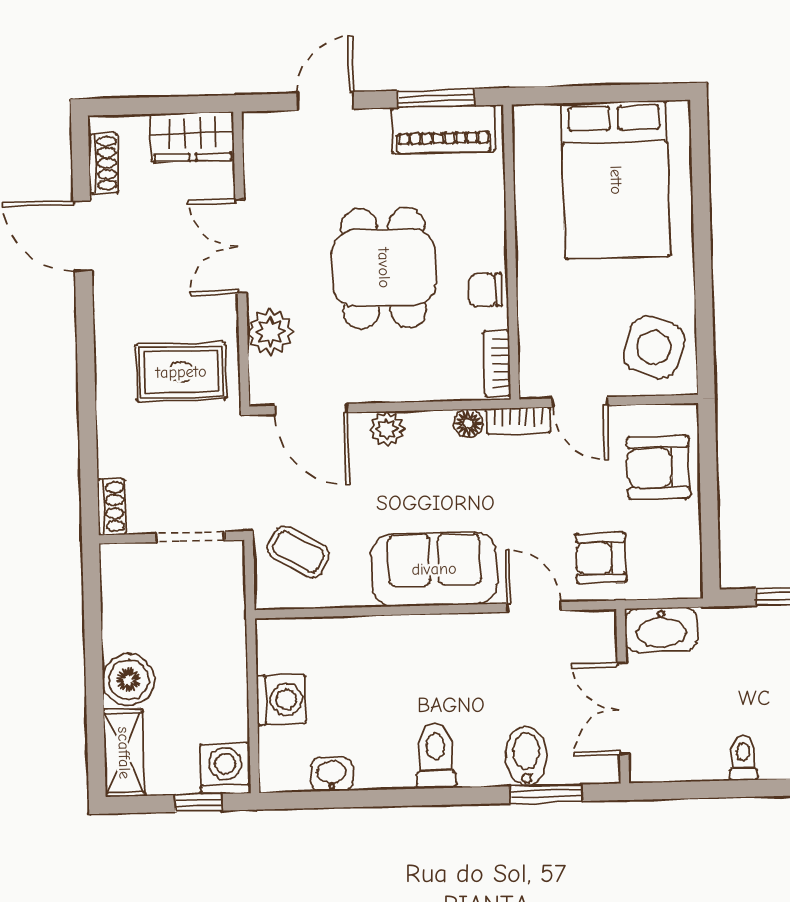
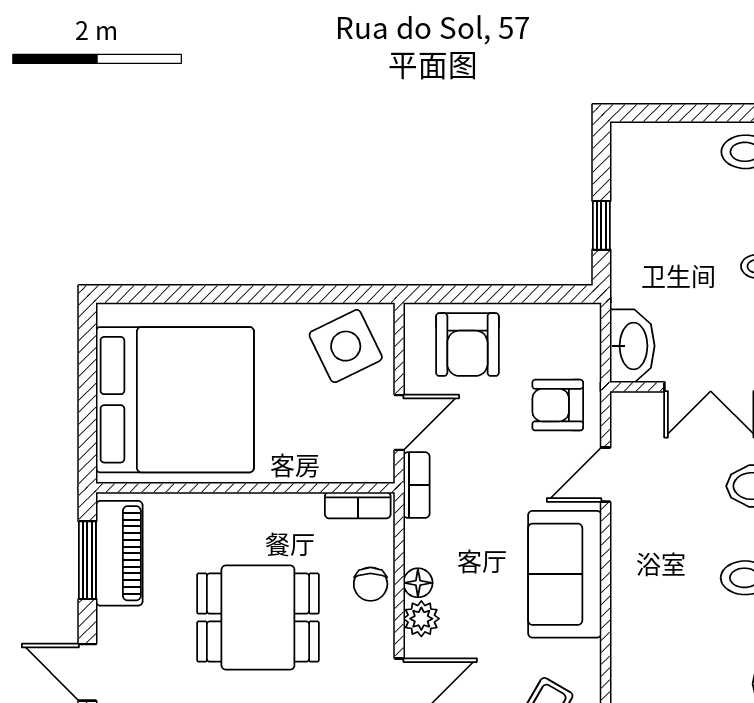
bed: (616, 180) -> (175, 400), width x1.36
chair: (486, 290) -> (371, 584), moved
side table: (654, 347) -> (346, 346), turned 45
floor lamp: (468, 424) -> (418, 583), moved
armchair: (601, 558) -> (558, 405), turned 90

